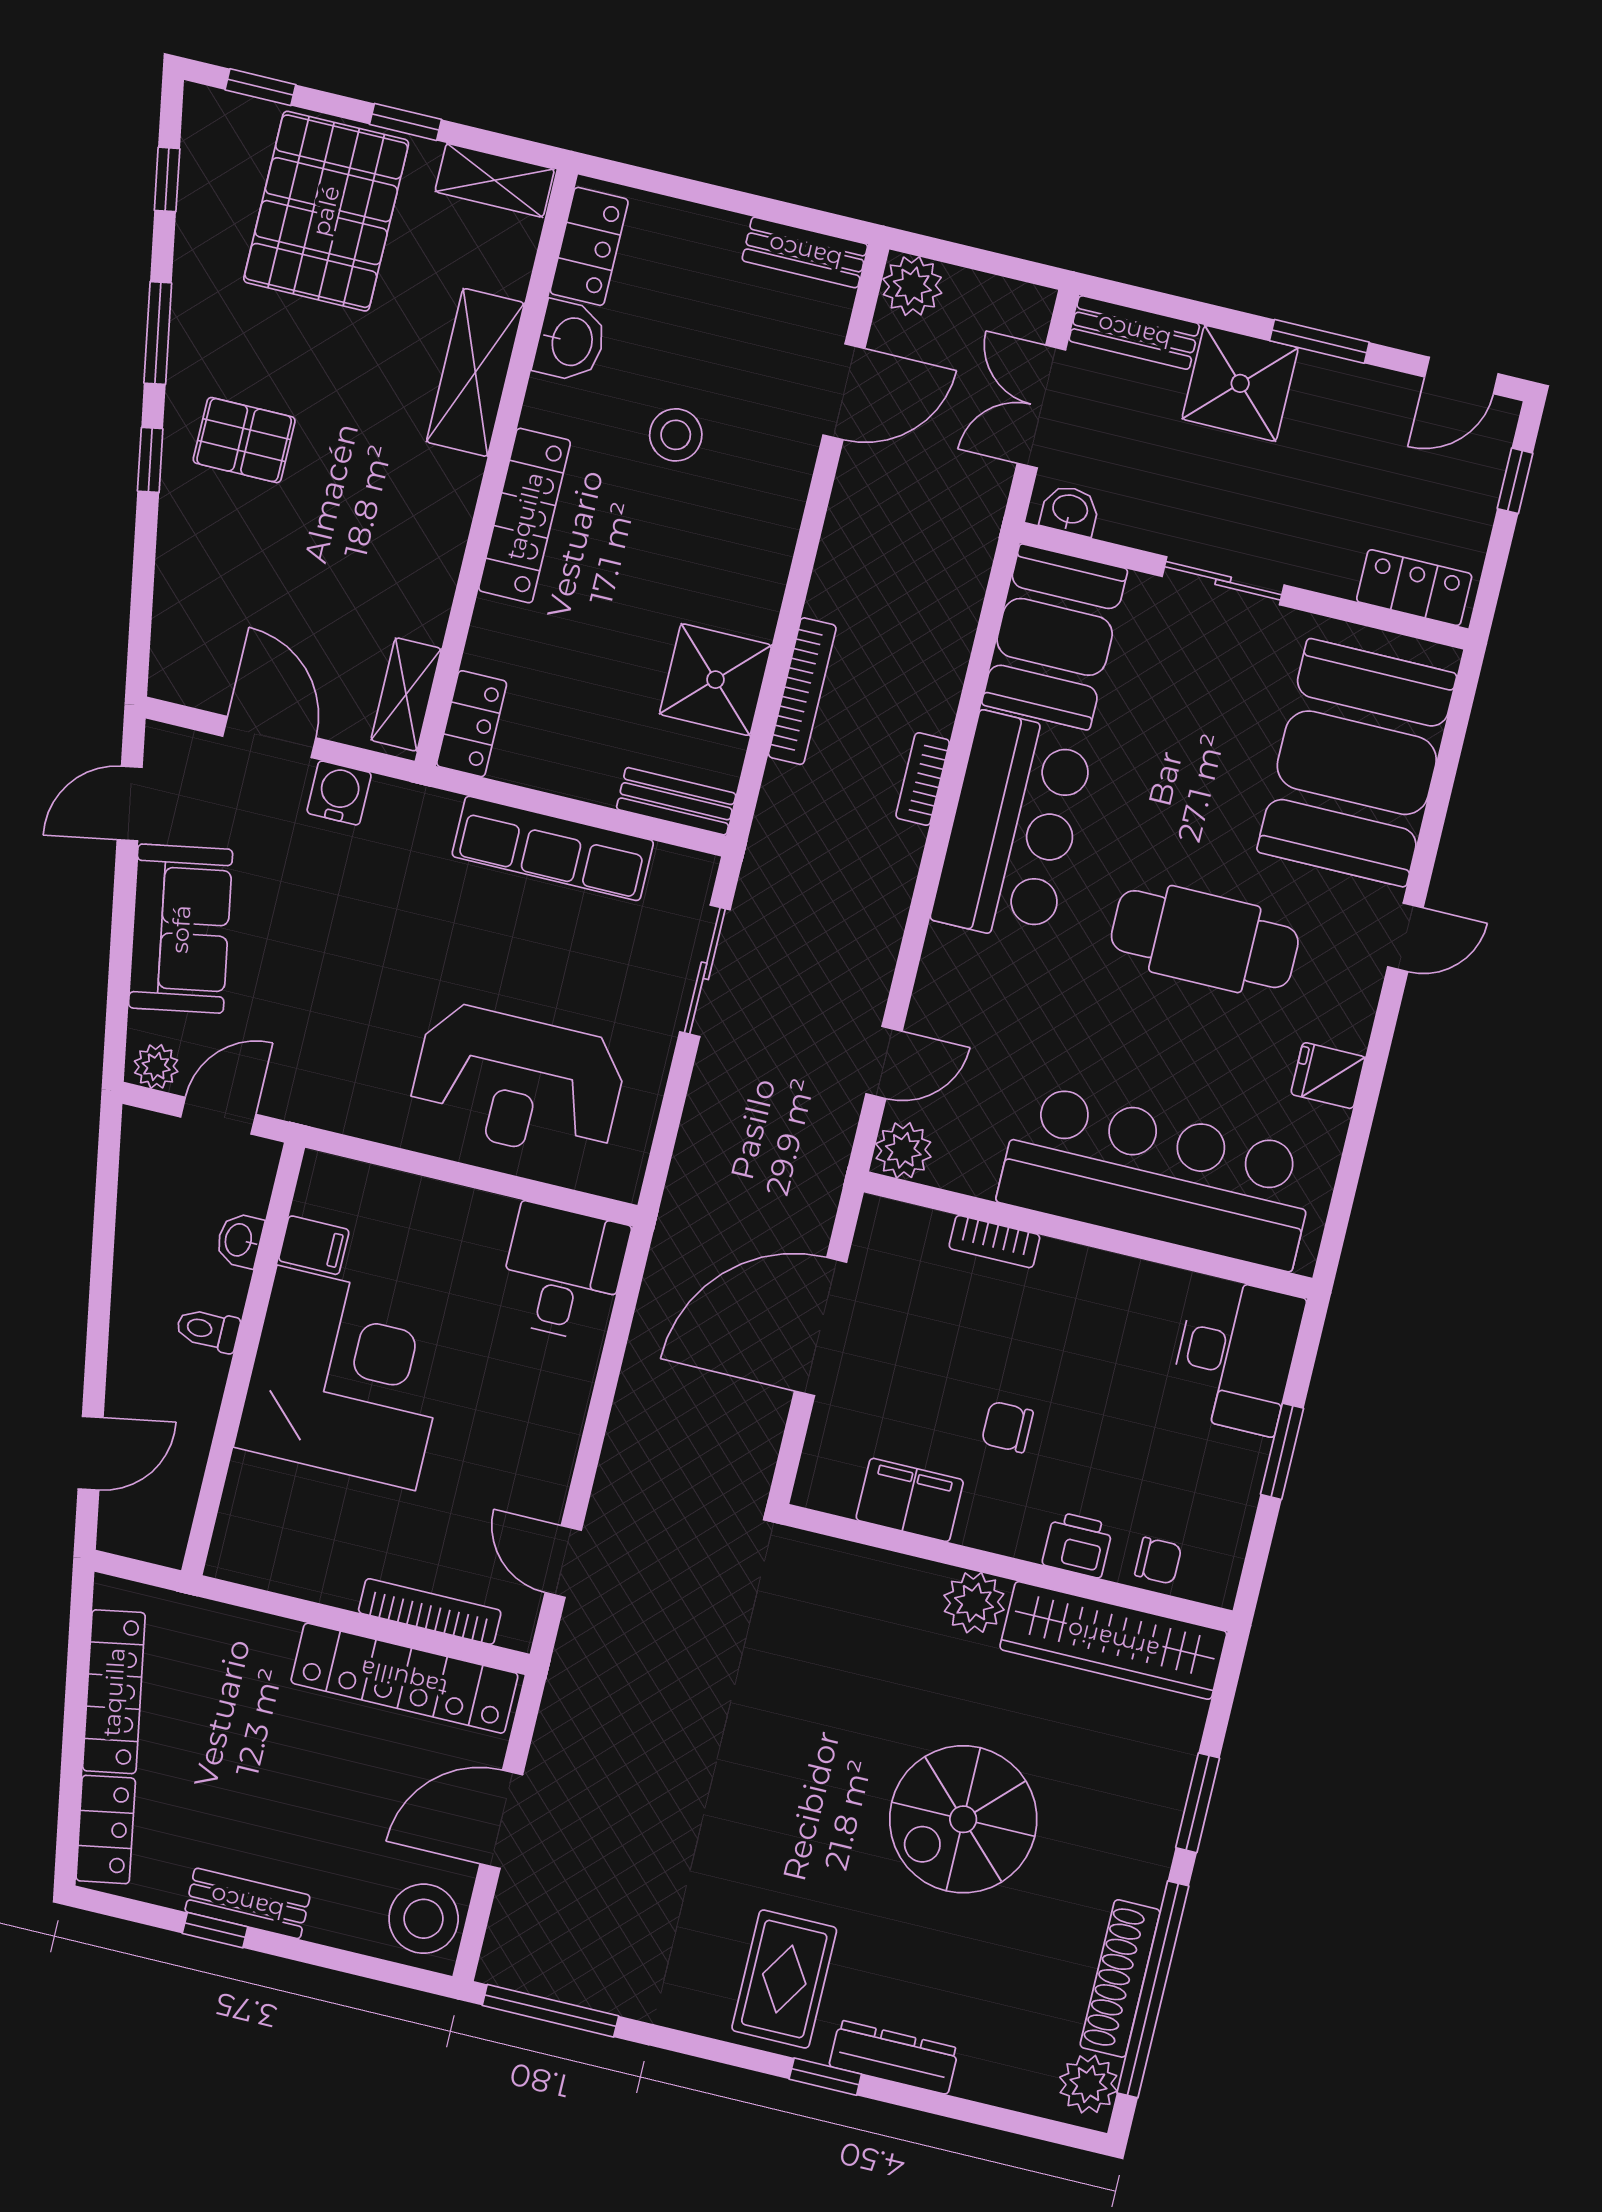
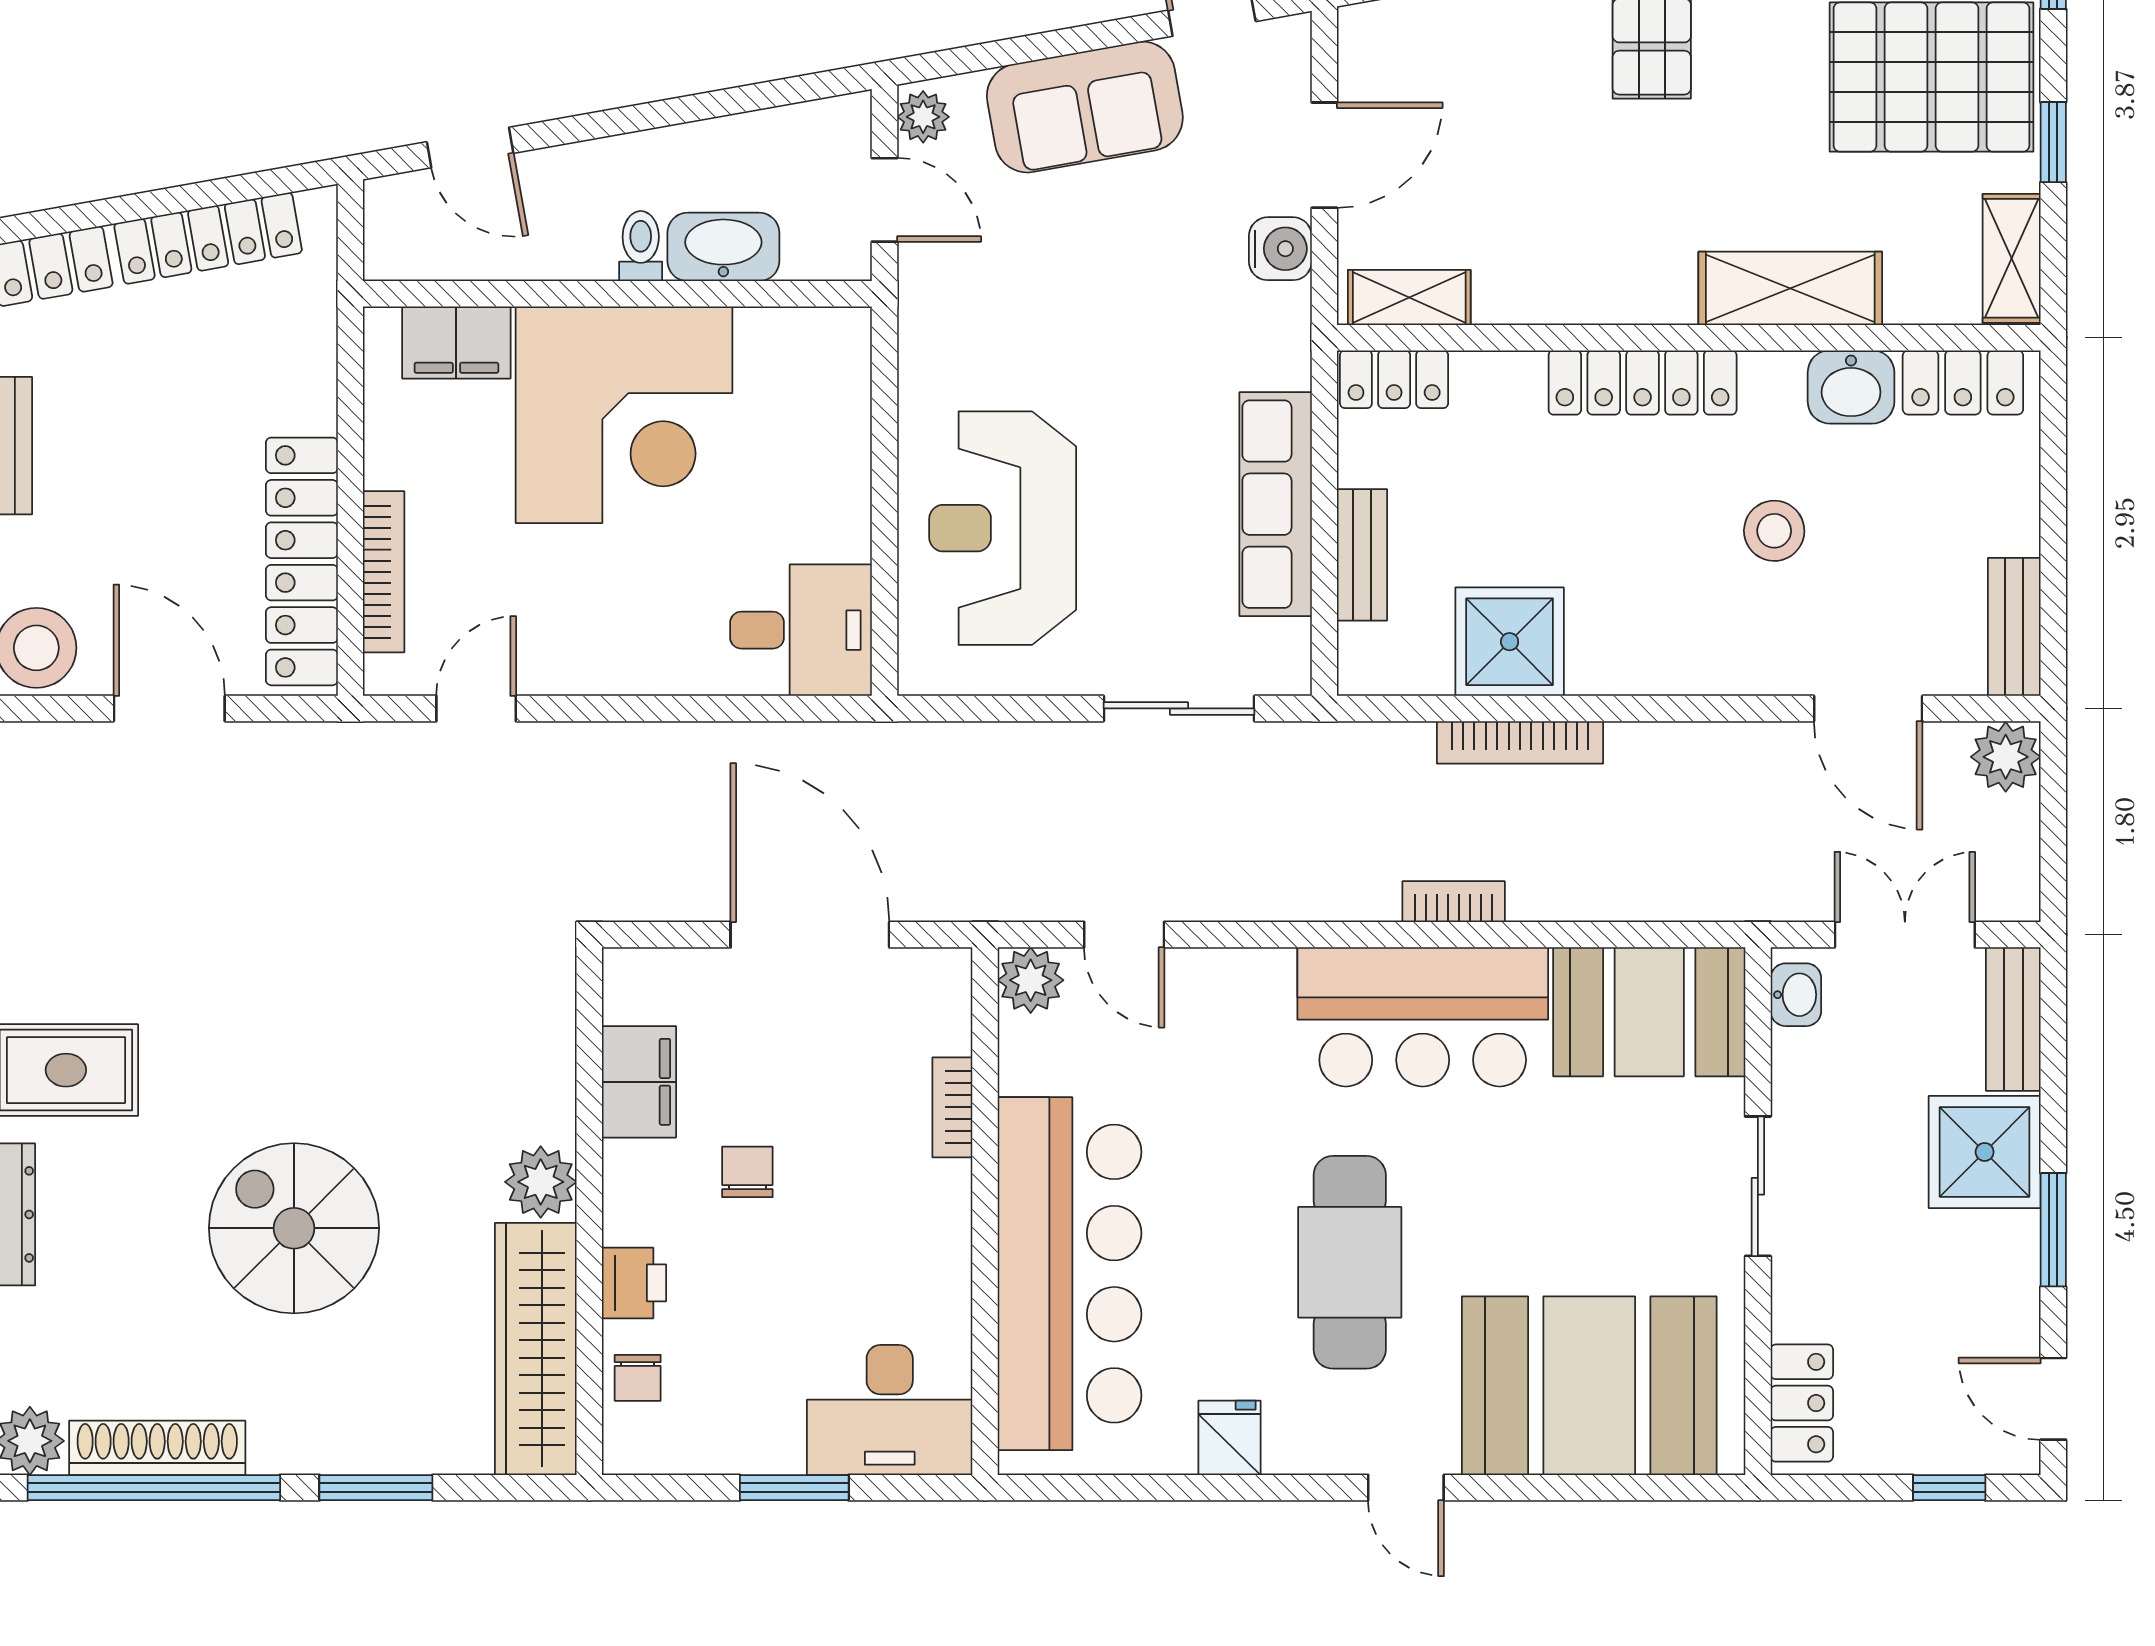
bench: (676, 801) -> (1362, 555), moved
washbasin: (240, 1240) -> (723, 247), width x1.91, depth x1.45
filing cabinet: (314, 1245) -> (456, 342), moved, width x2.00

